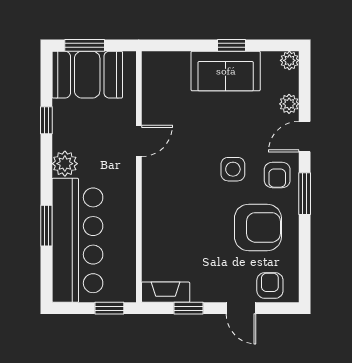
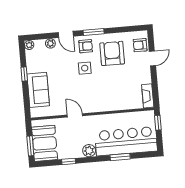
sofa: (226, 71) -> (38, 90), moved
window: (189, 308) -> (155, 84), removed

